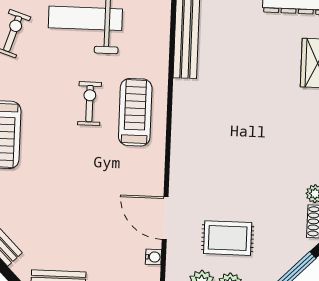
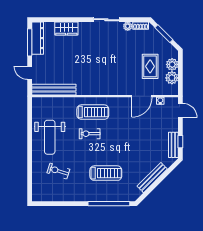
treadmill: (135, 112) -> (93, 112), turned 180

